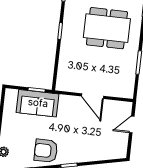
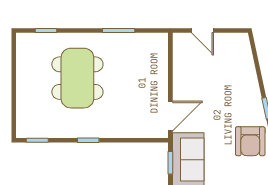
door: (93, 96) -> (170, 116), moved

